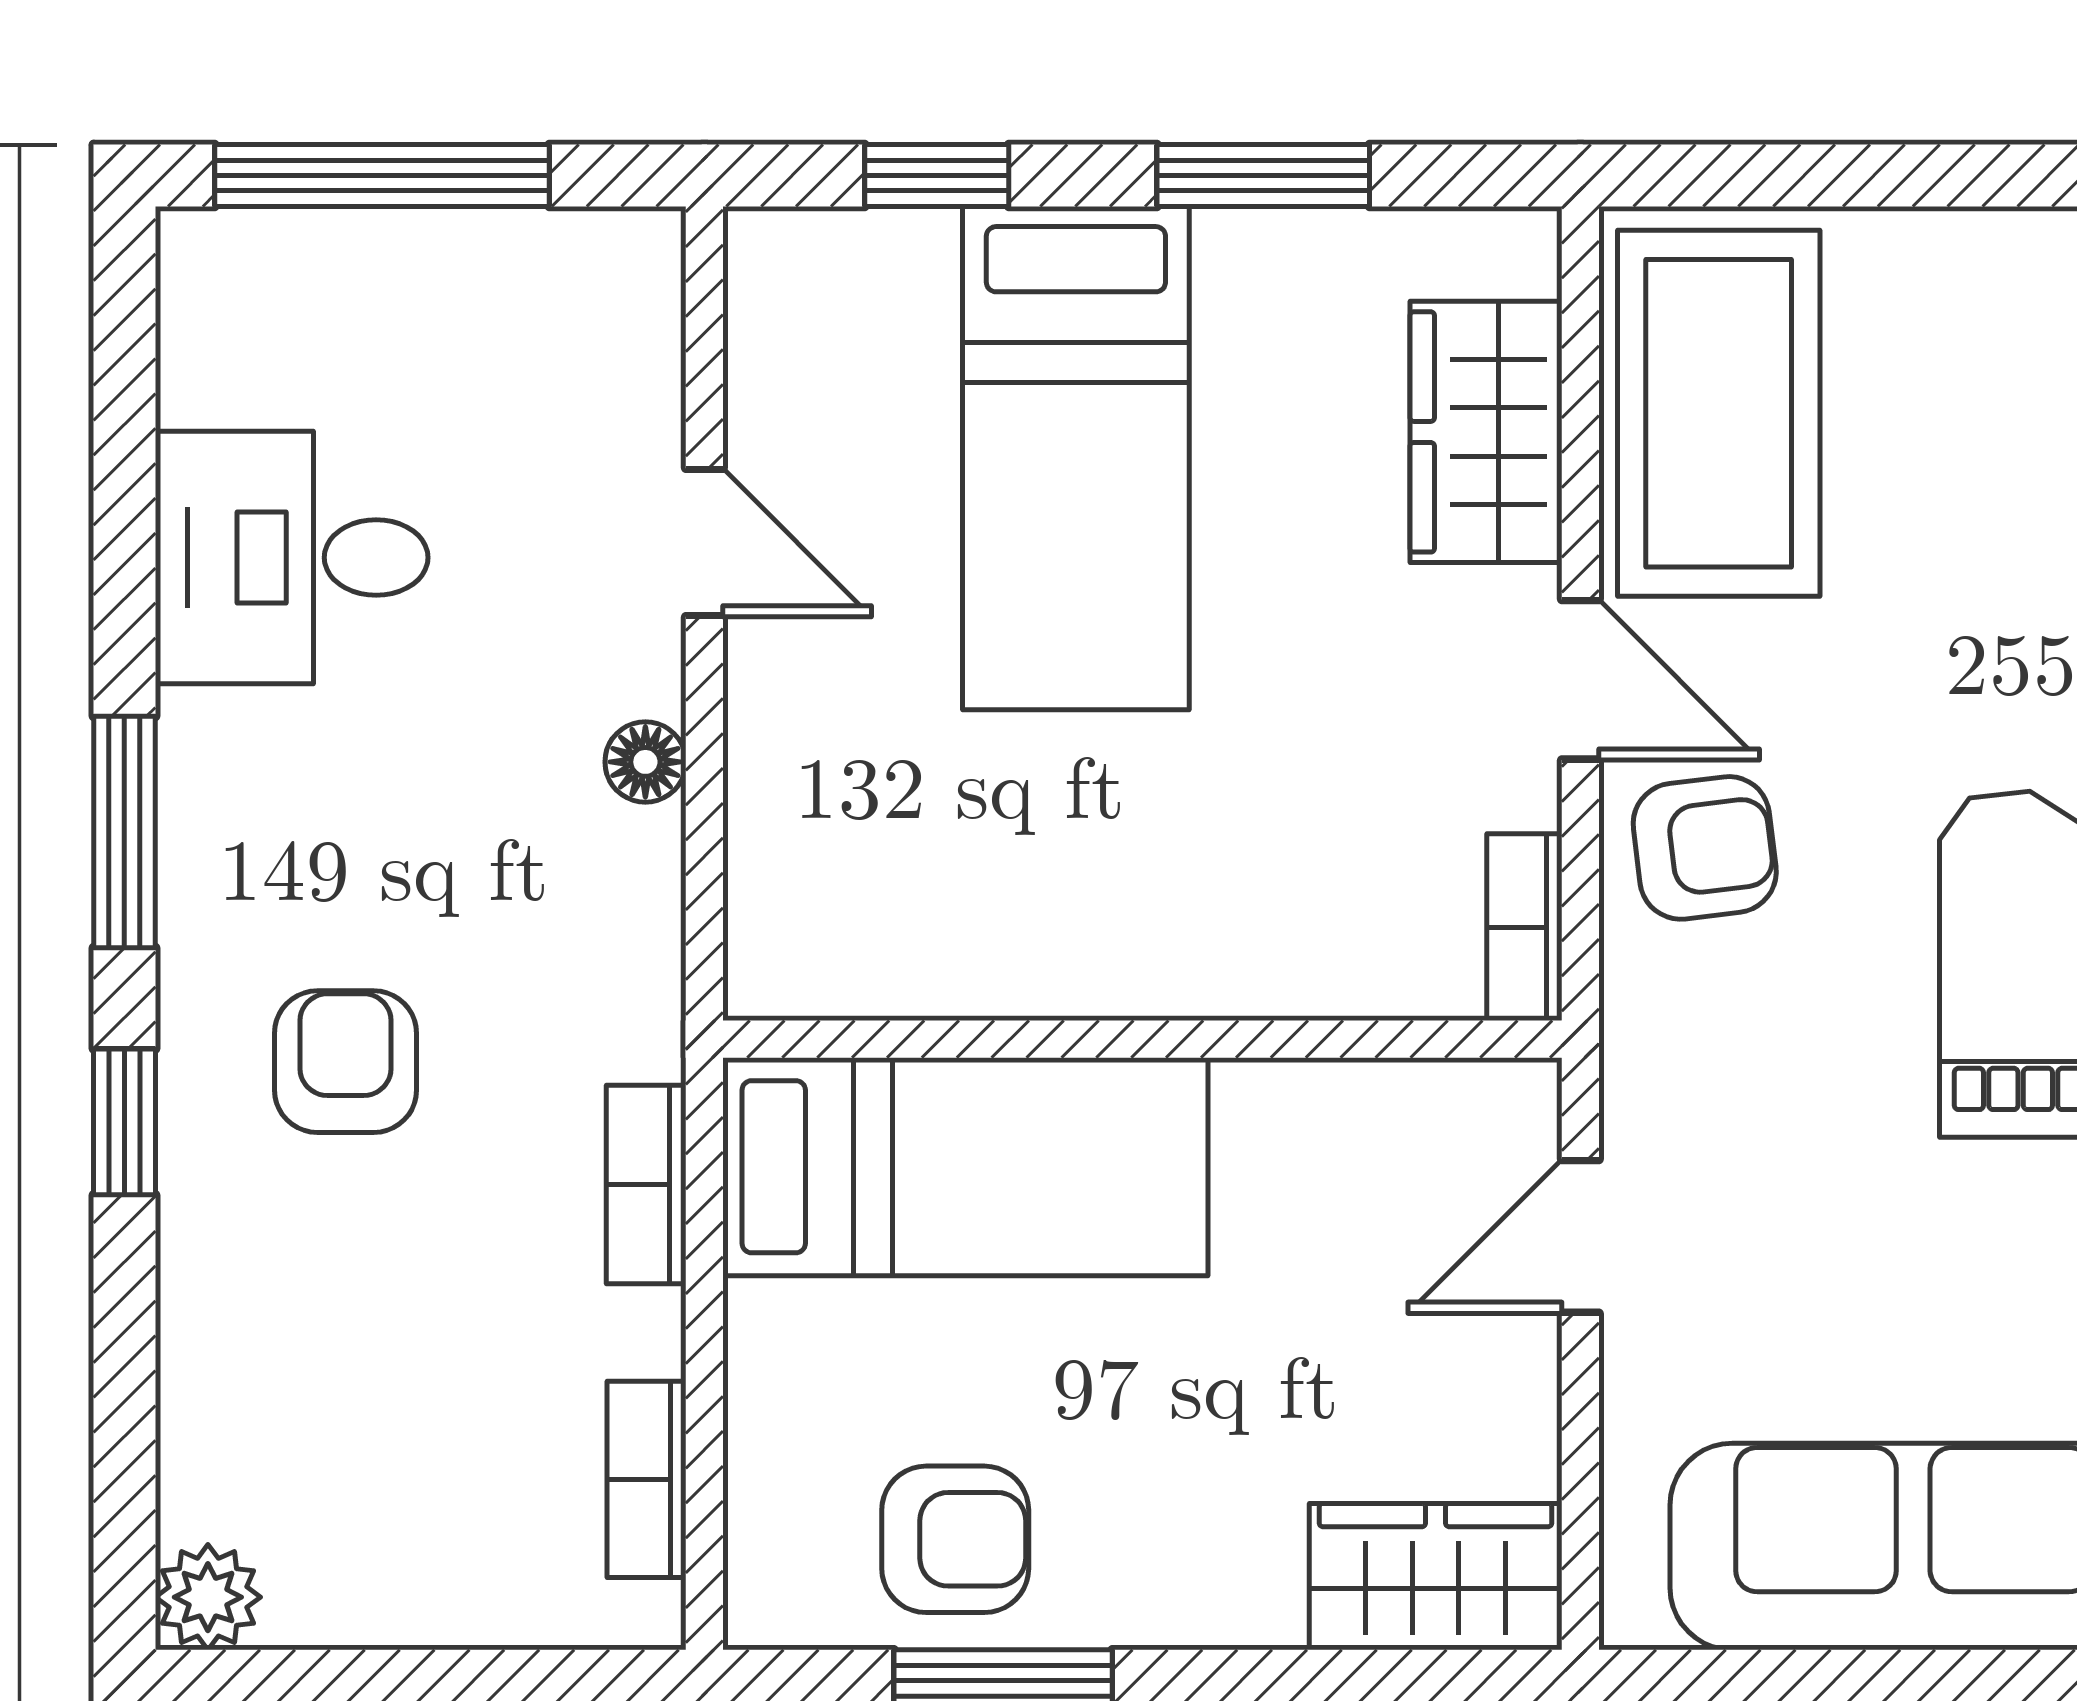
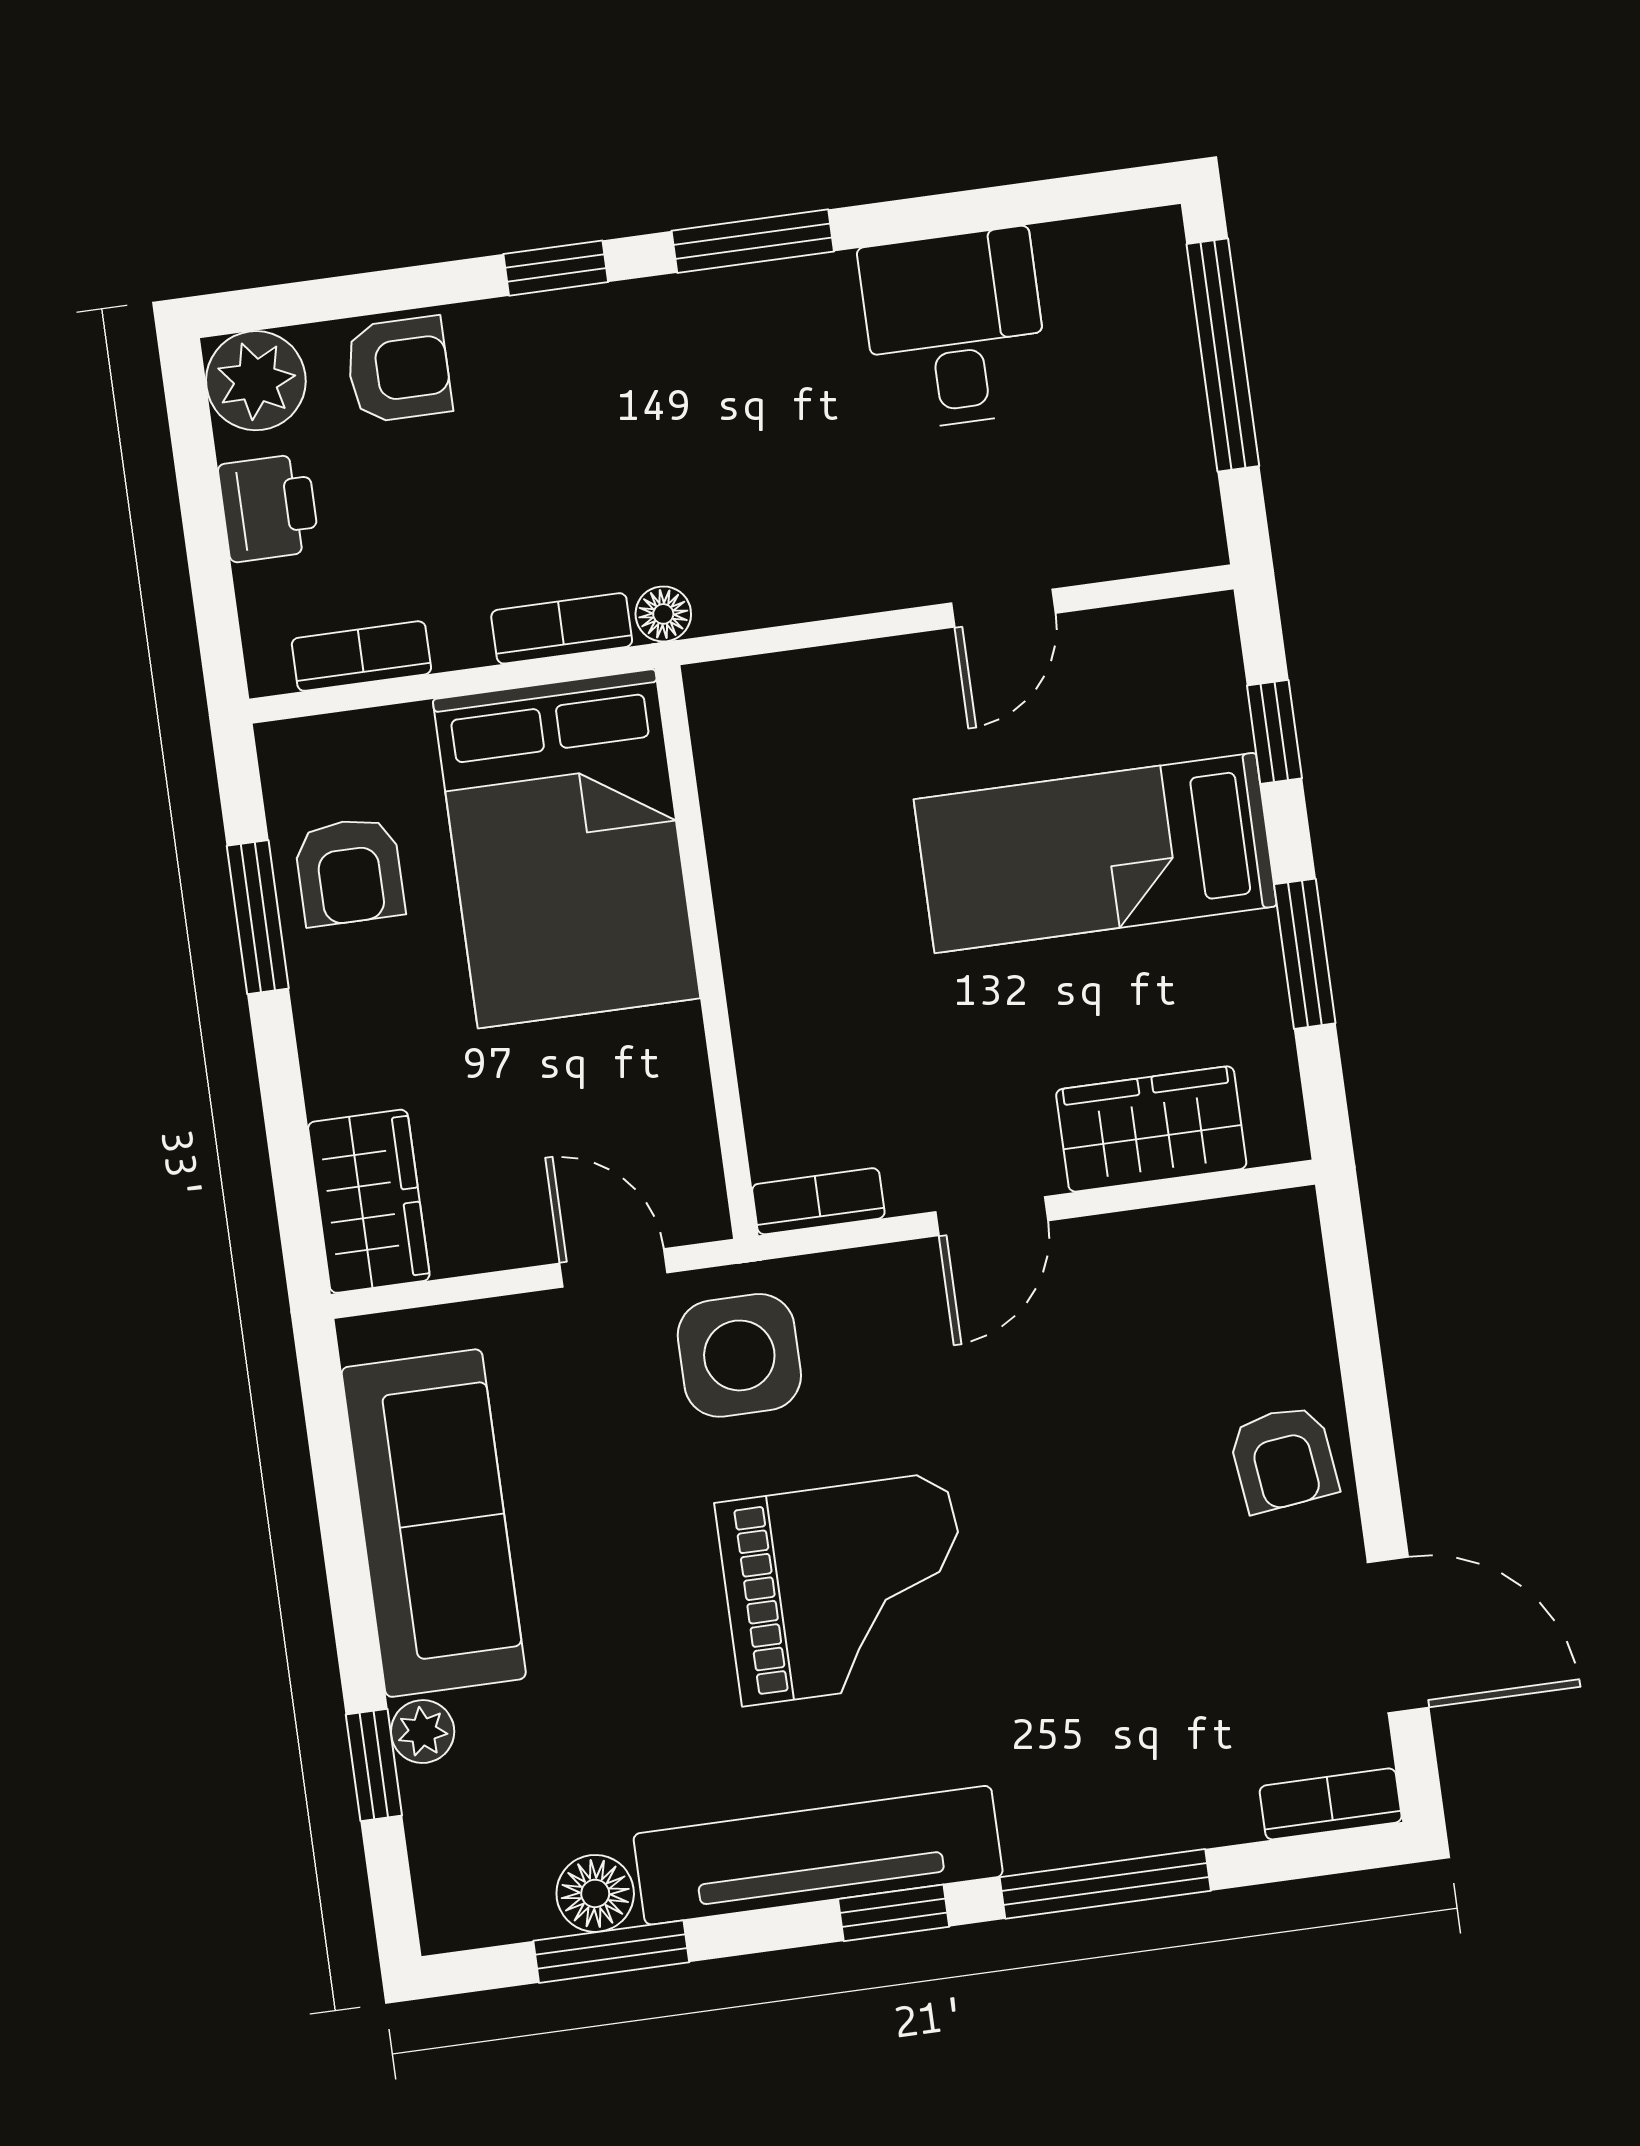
coffee table: (1719, 413) -> (1186, 1285), removed
floor lamp: (645, 762) -> (663, 614), moved
armchair: (1705, 848) -> (1283, 1459), moved
armchair: (346, 1062) -> (399, 369), moved
side table: (1731, 1072) -> (739, 1355), added
bed: (965, 1167) -> (566, 849), width x1.50
printer: (414, 1584) -> (269, 508), added
plant: (208, 1597) -> (256, 381), width x1.38, depth x1.38

